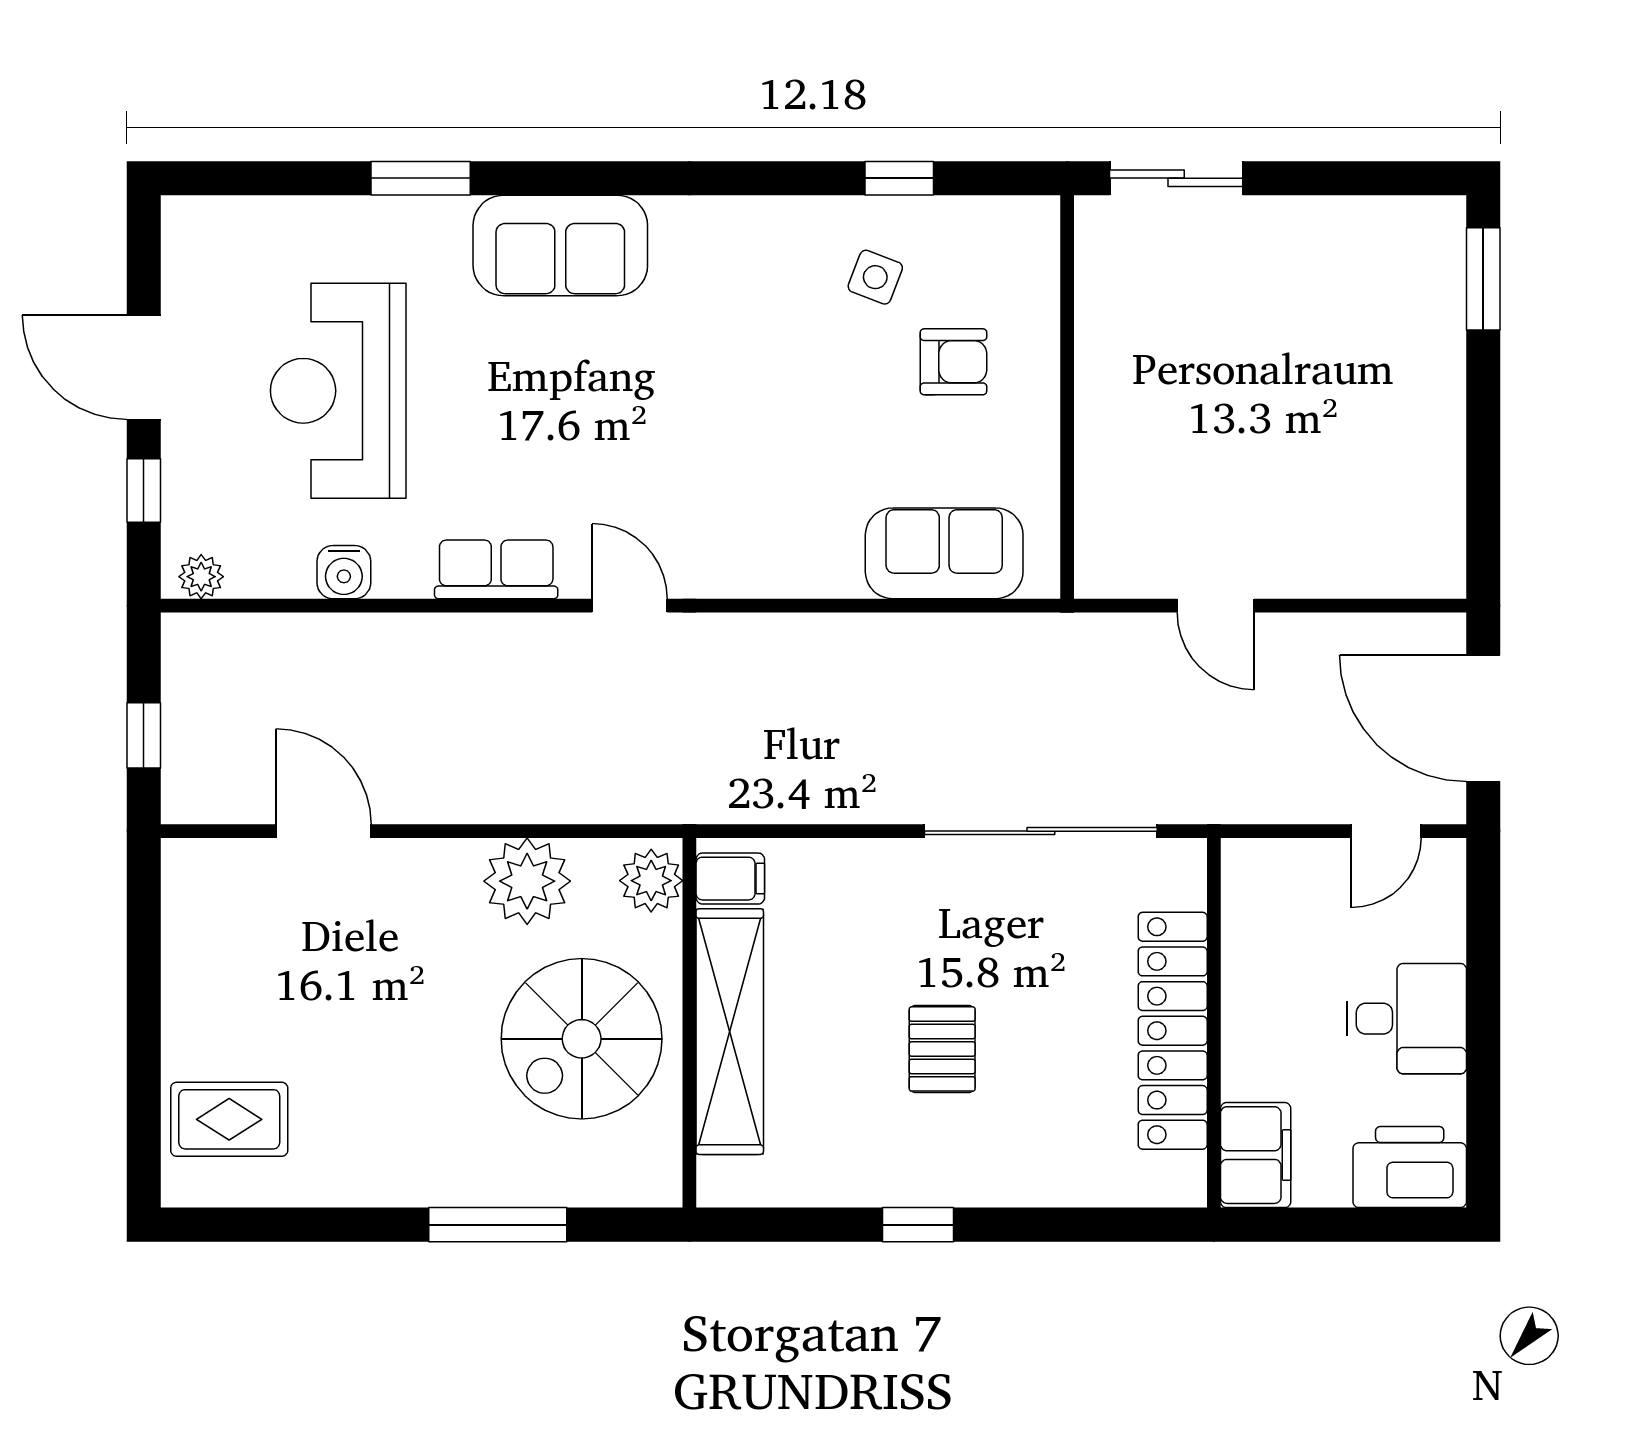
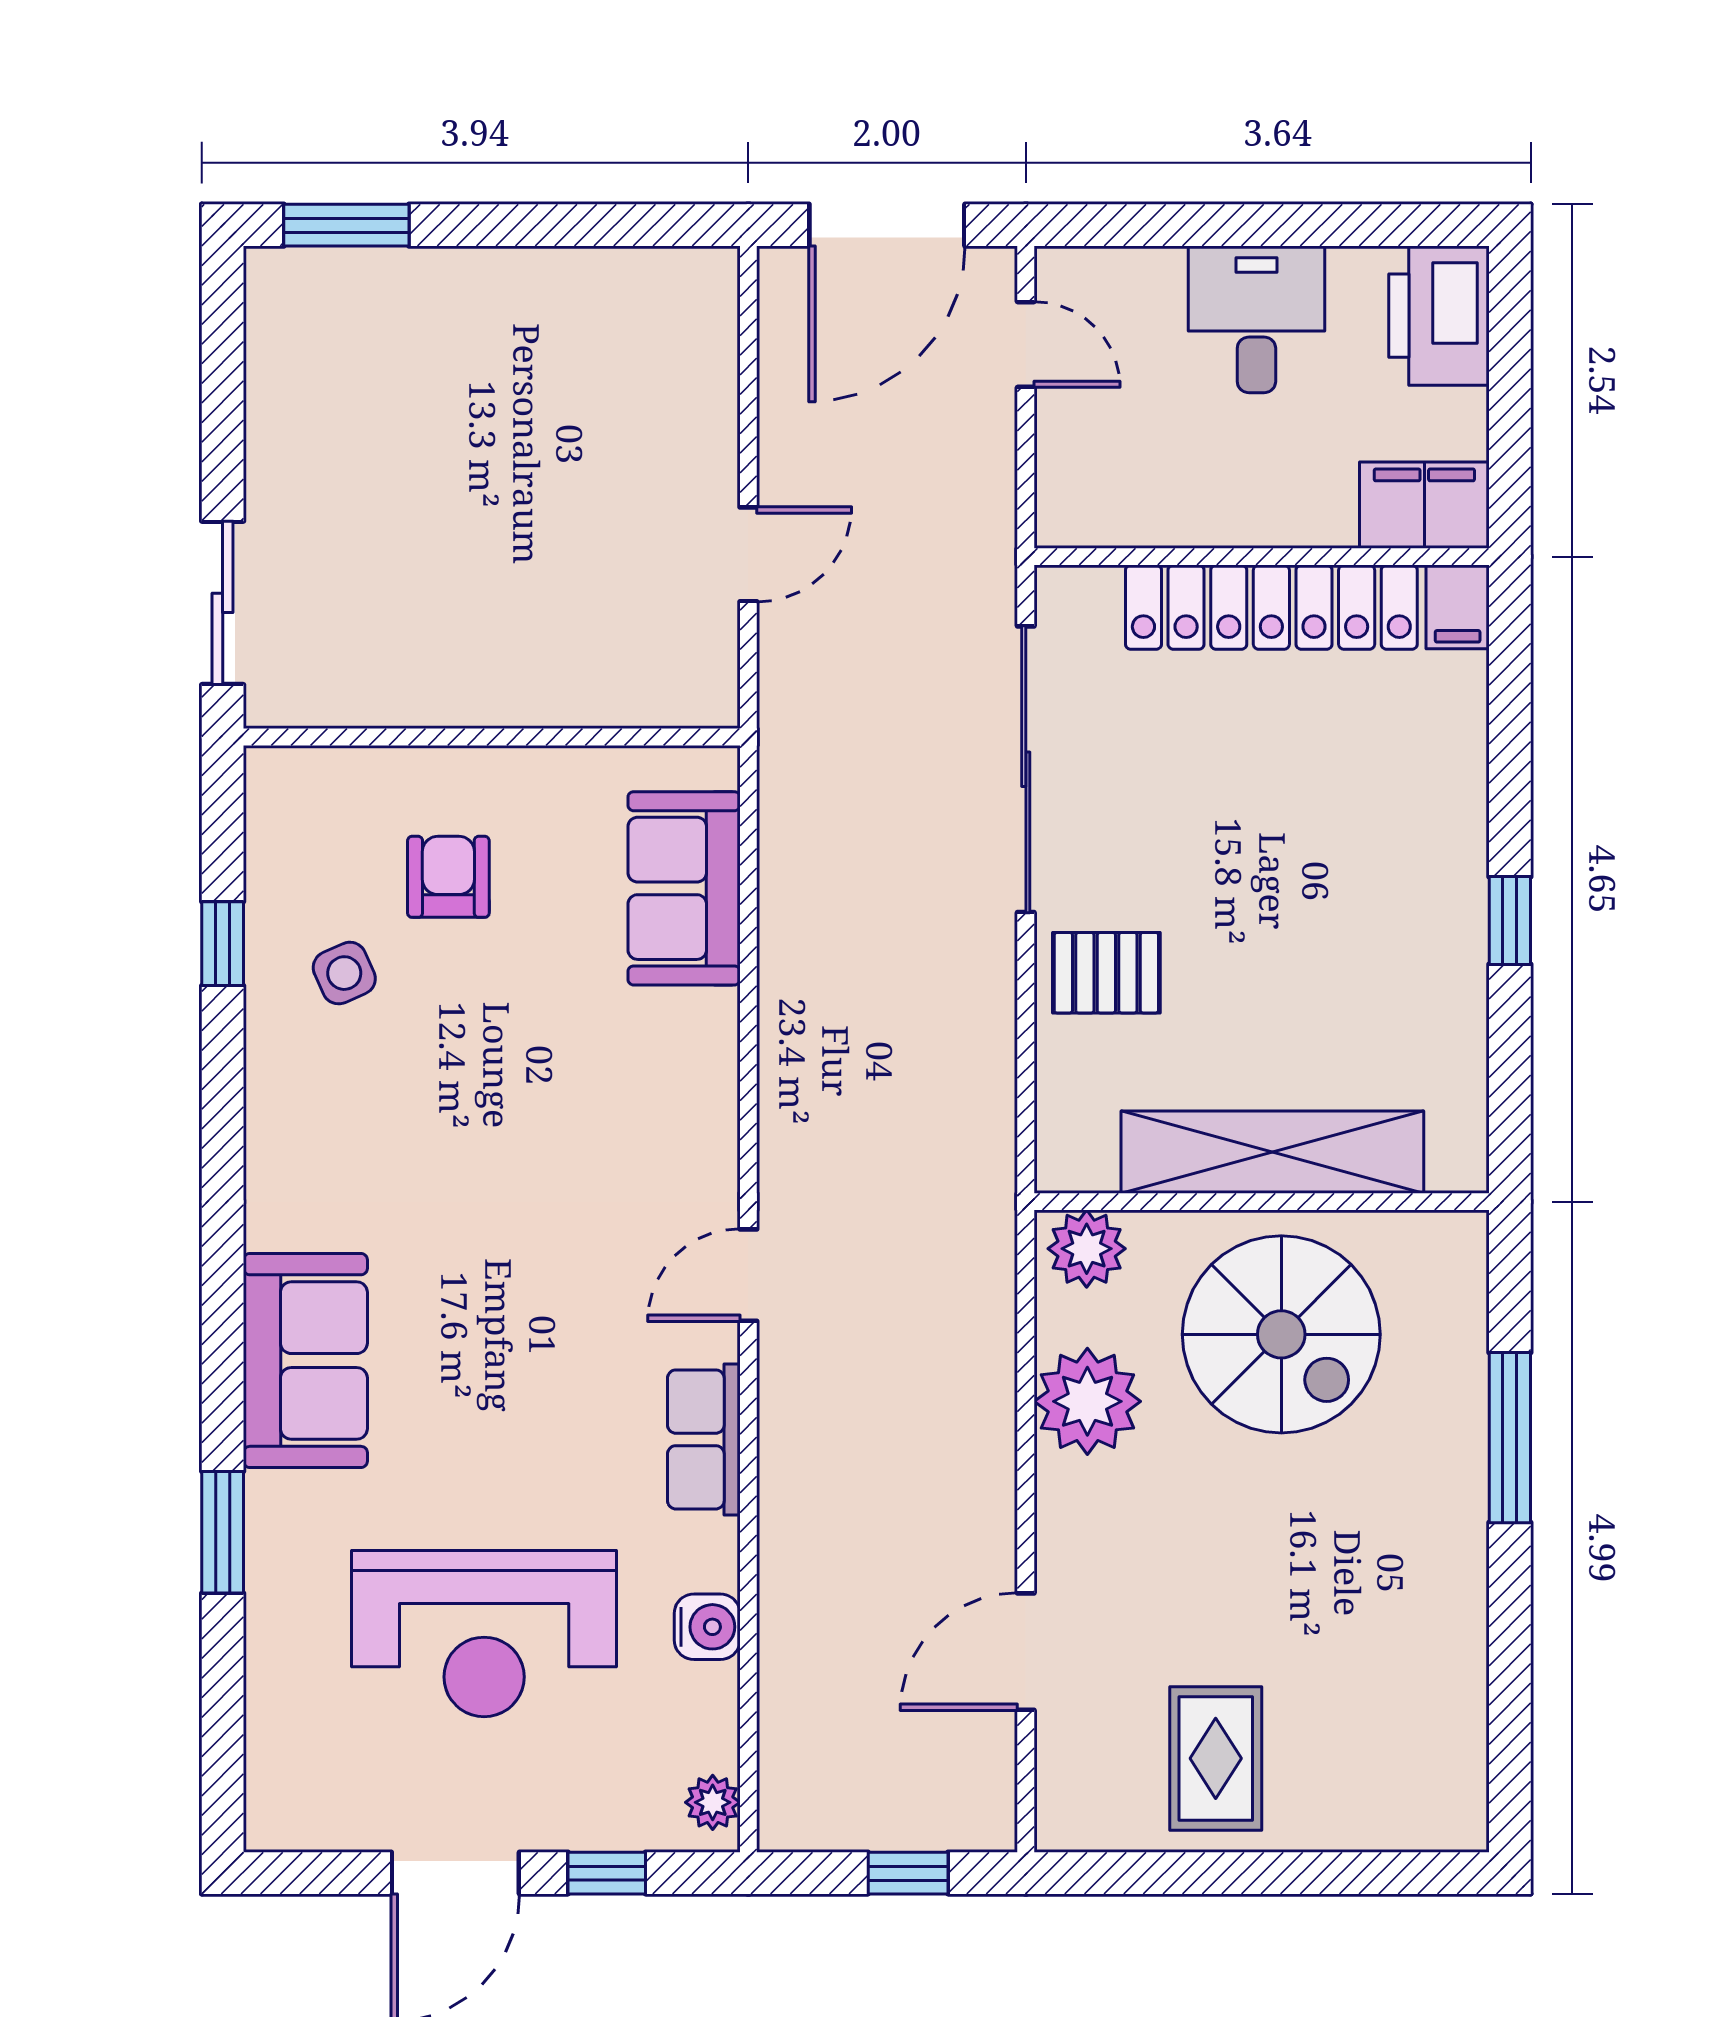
side table: (875, 277) -> (344, 973), turned 45
filing cabinet: (730, 879) -> (1458, 607), moved, turned 180
pallet: (942, 1049) -> (1106, 973), moved
rug: (229, 1119) -> (1216, 1758), moved

